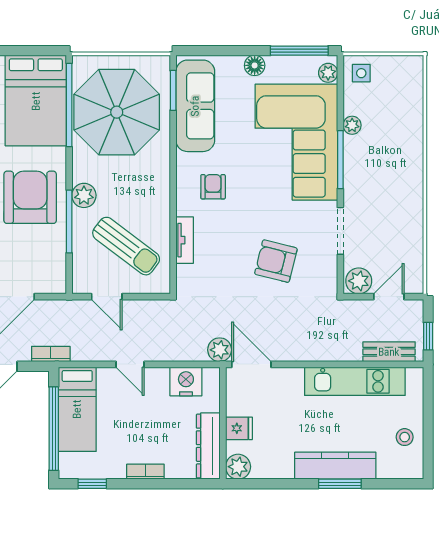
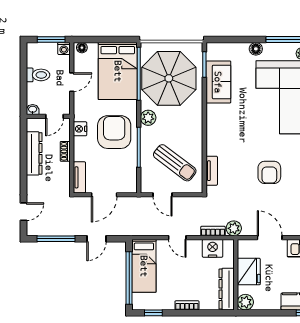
sofa: (195, 106) -> (218, 82), width x0.73
armchair: (213, 187) -> (230, 125), removed
plant: (84, 195) -> (148, 118), moved
tv unit: (185, 240) -> (212, 171), moved
armchair: (276, 261) -> (269, 172), turned -104
bookcase: (51, 354) -> (213, 231), moved
door: (251, 364) -> (270, 238), moved
fridge: (239, 428) -> (249, 272), width x1.88, depth x1.34

